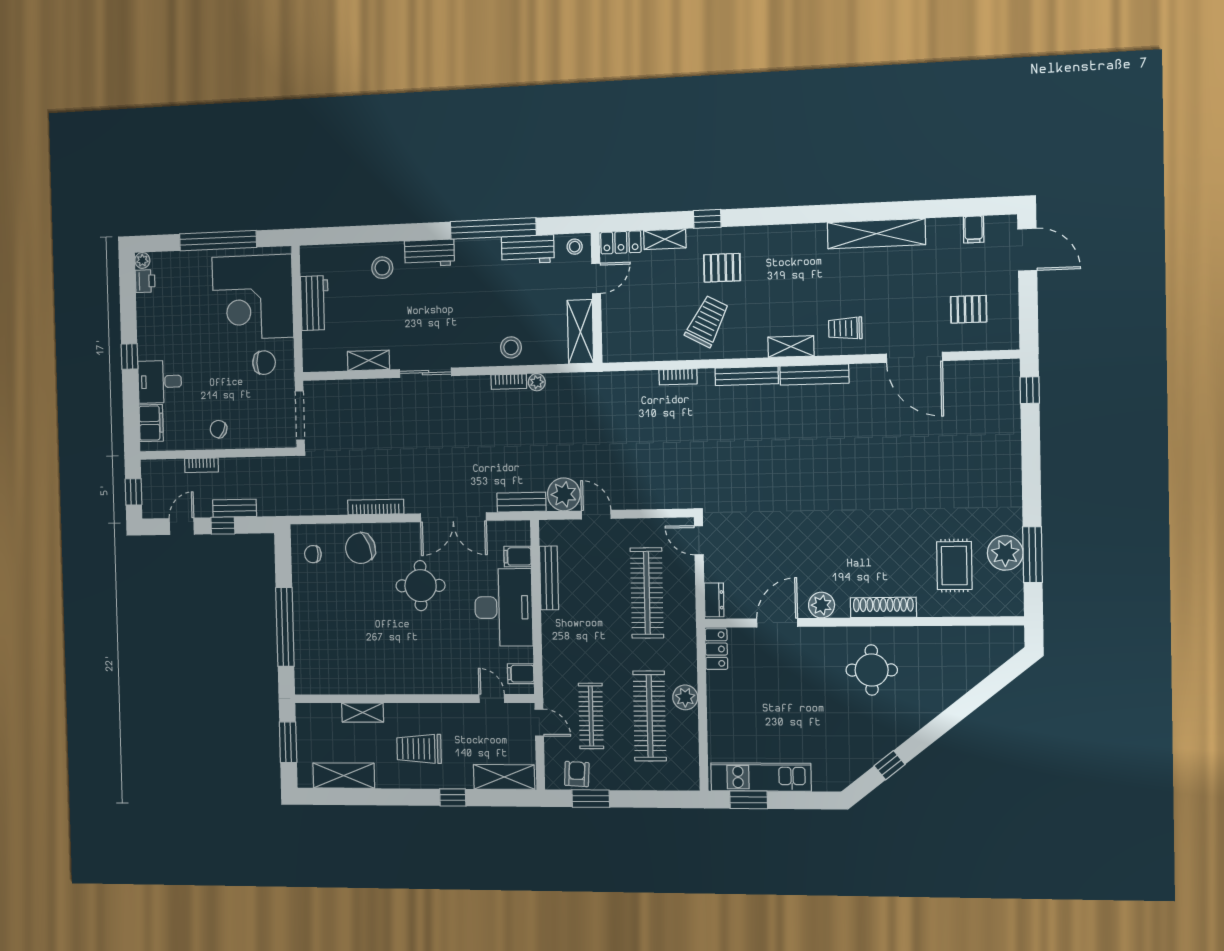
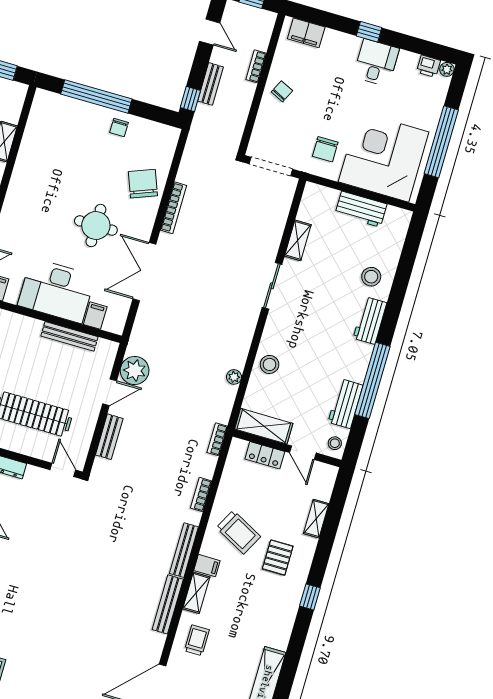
window: (707, 219) -> (310, 597), moved
locker: (621, 242) -> (265, 455), moved, turned -90
filing cabinet: (756, 344) -> (207, 566), added
desk: (160, 382) -> (376, 63), moved
bookcase: (509, 382) -> (217, 439), moved
bench: (521, 502) -> (109, 437), moved
window: (223, 526) -> (190, 99), moved
door: (699, 540) -> (63, 470), hinge flipped
chair: (313, 554) -> (119, 128), moved, turned 180

